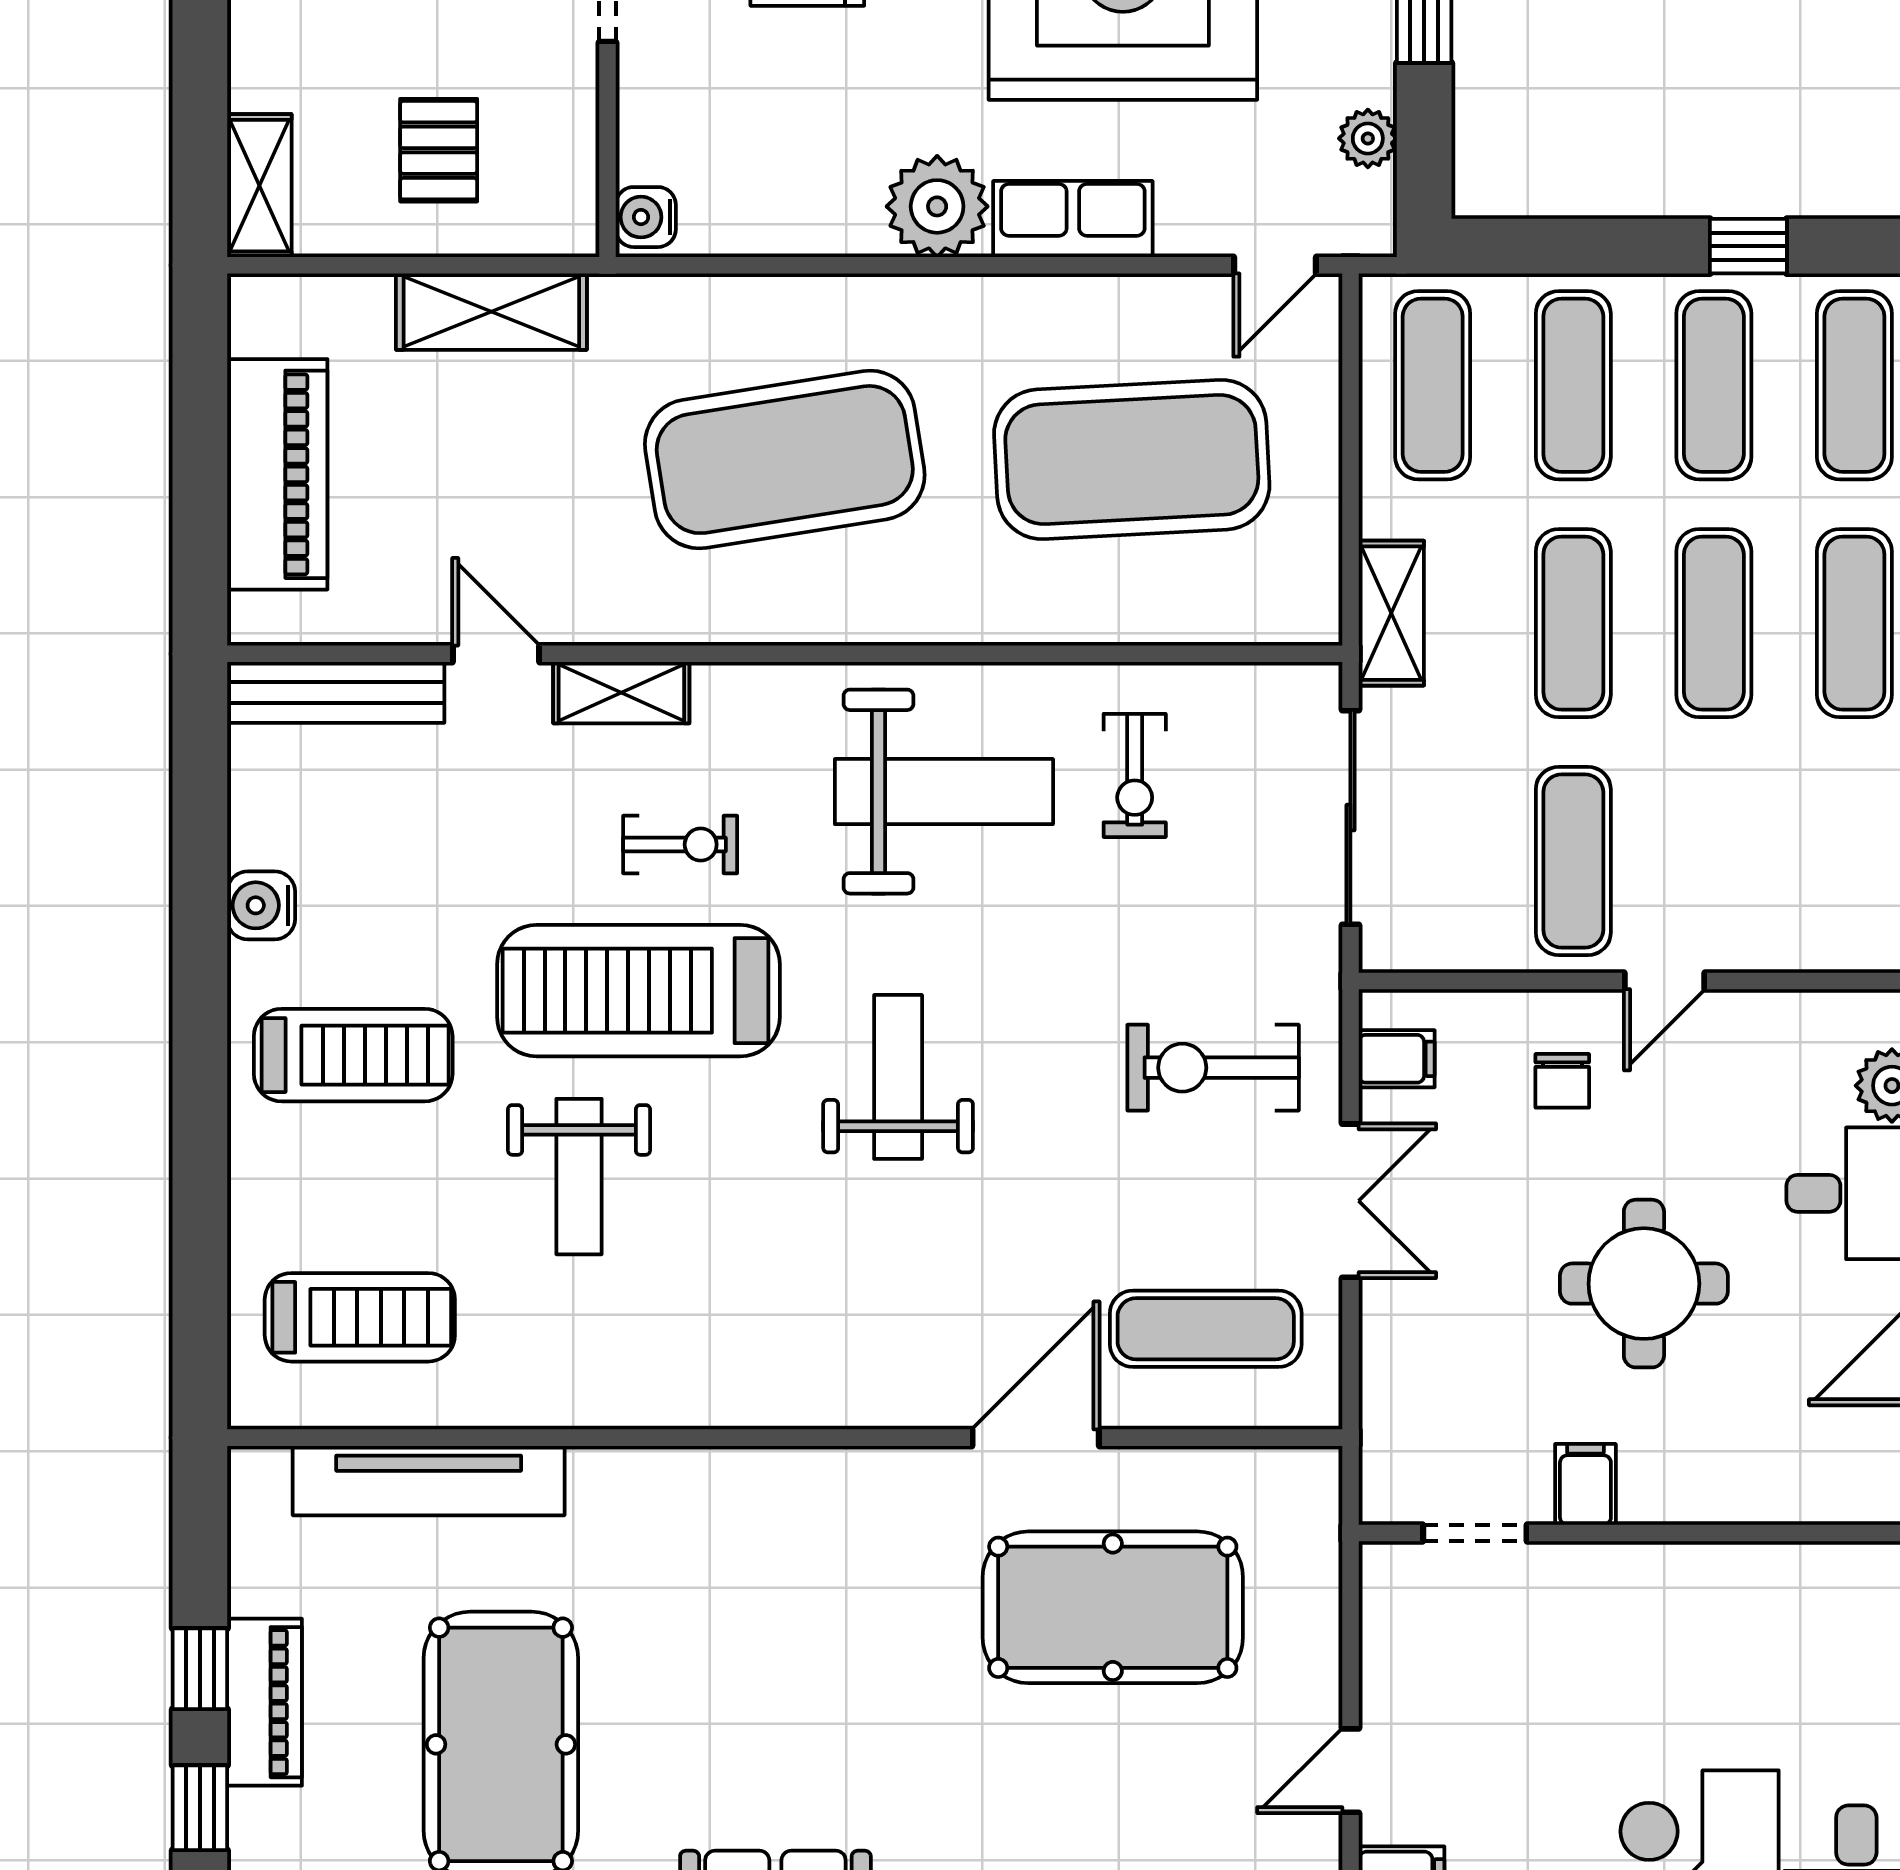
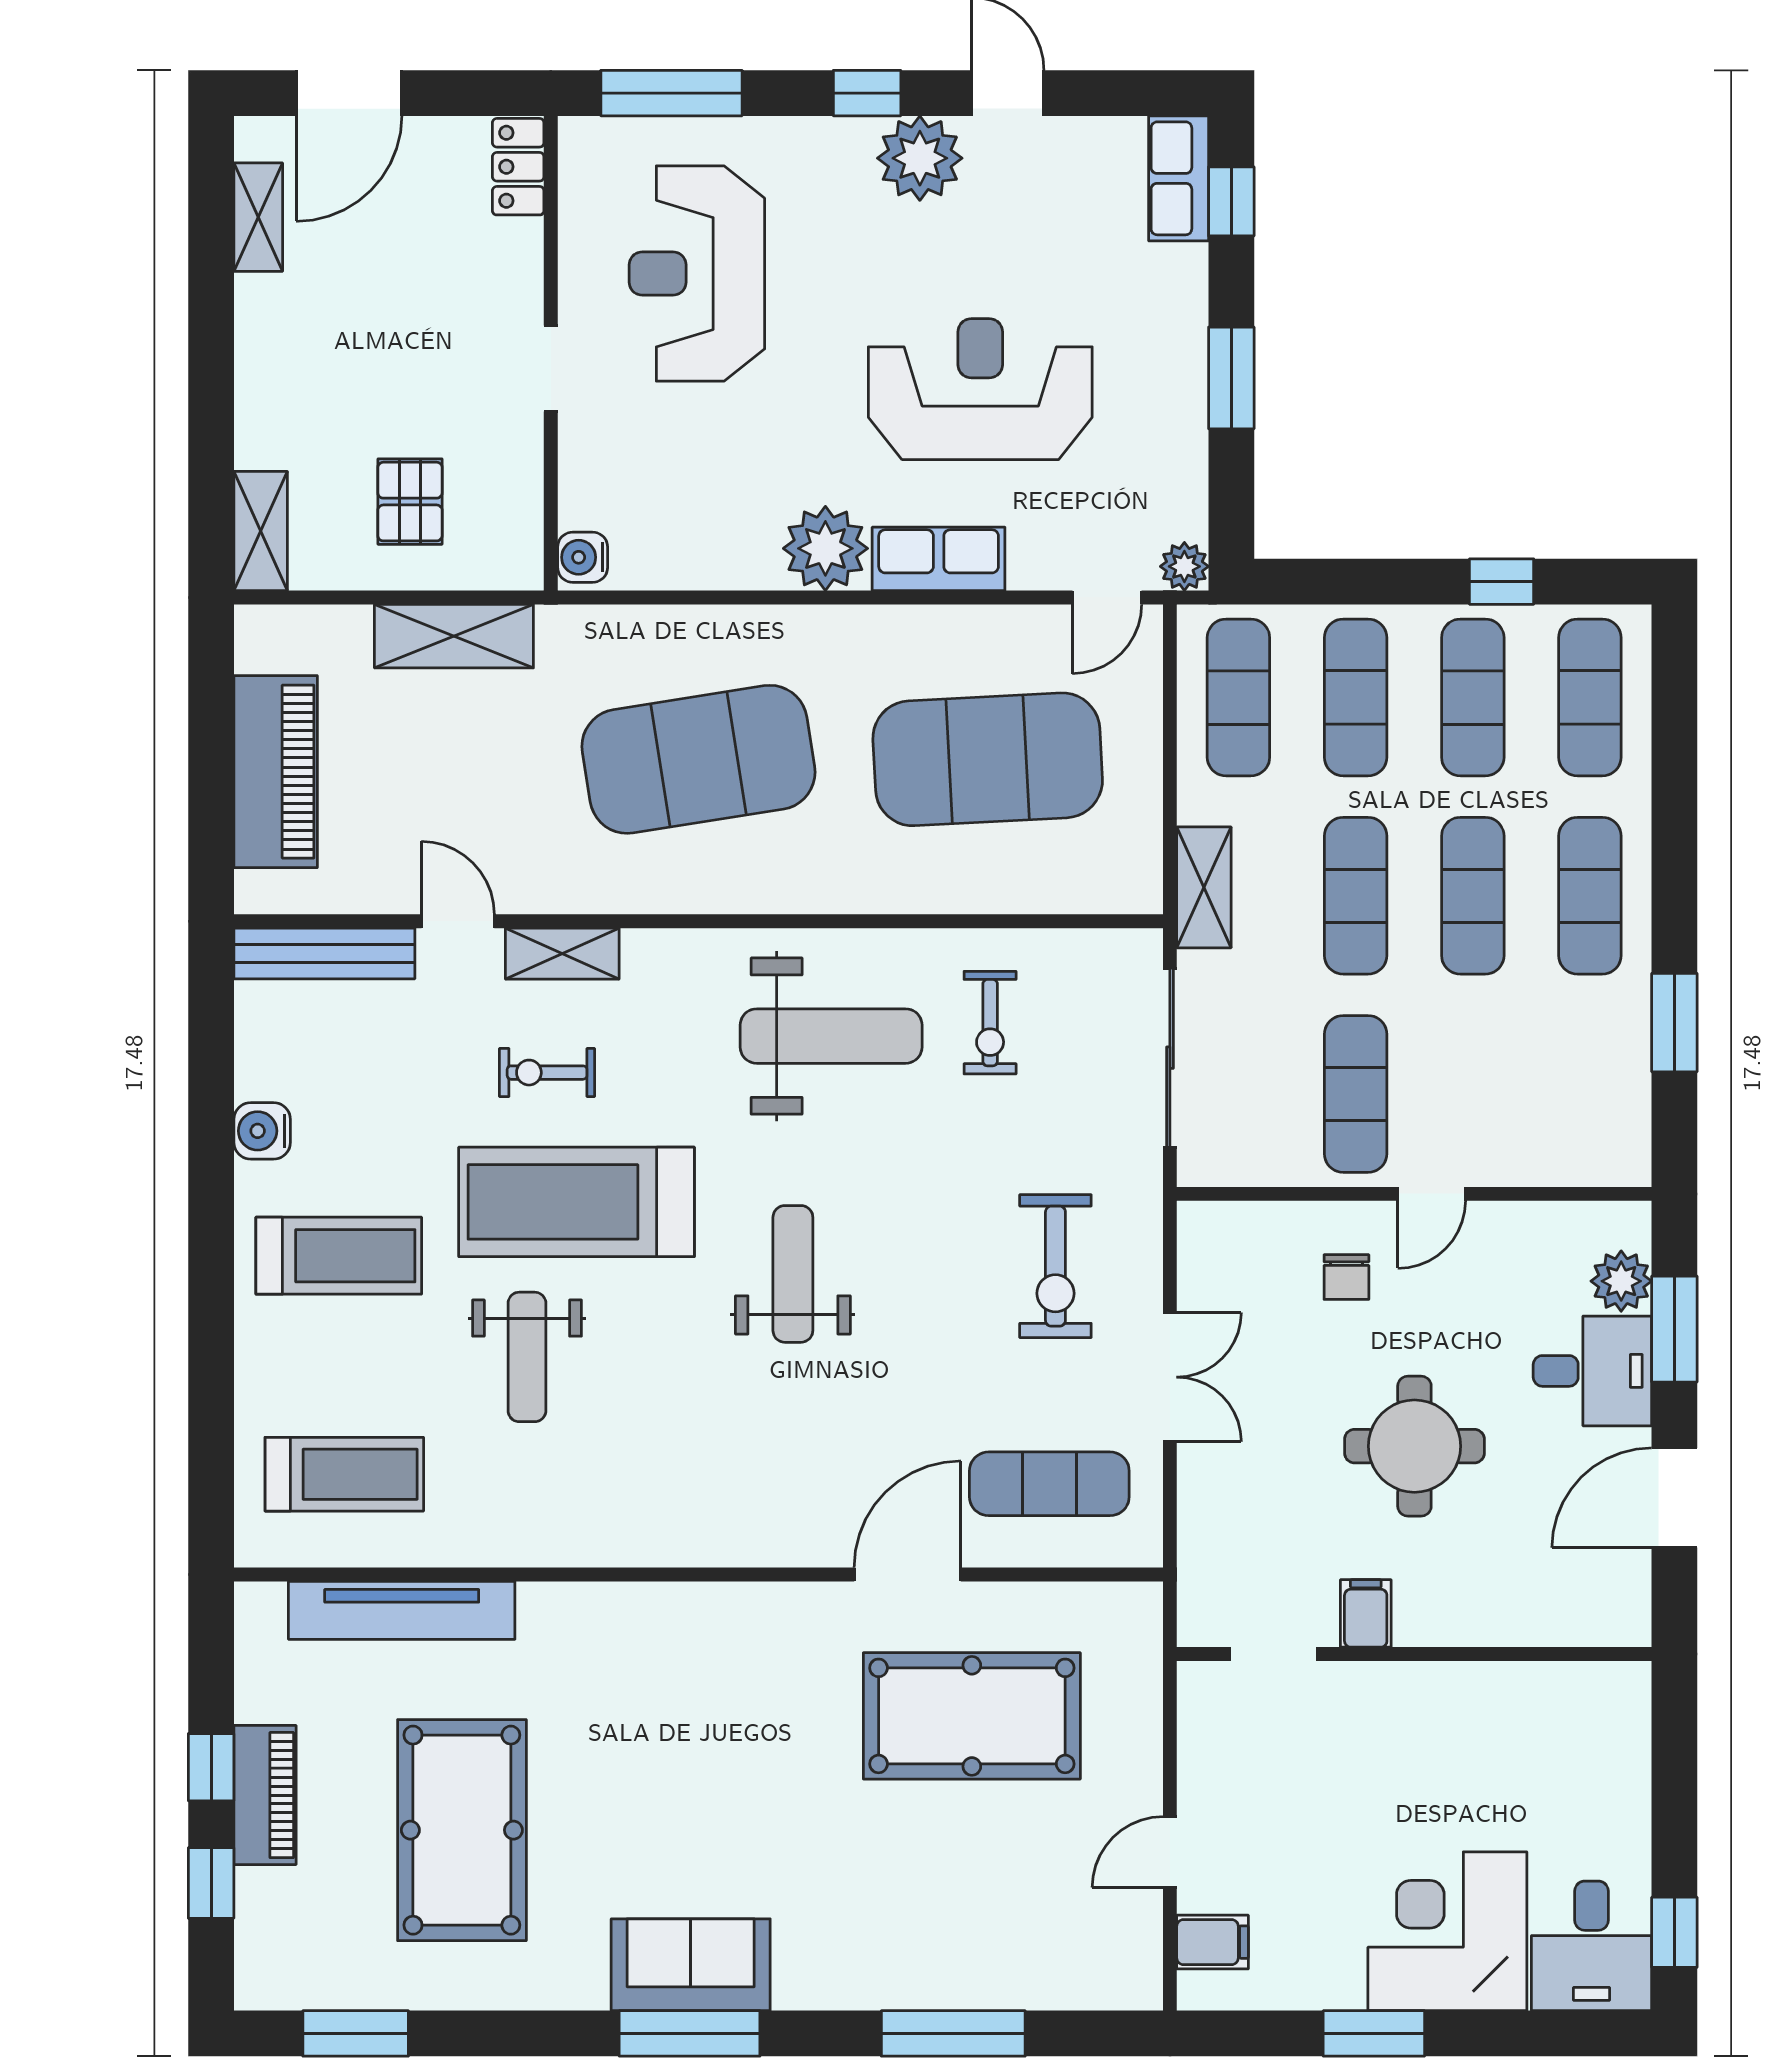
plant: (1368, 138) -> (1184, 566), moved
exercise bike: (680, 845) -> (547, 1073), moved, turned 180
filing cabinet: (1397, 1059) -> (1208, 1259), removed
exercise bike: (1213, 1068) -> (1055, 1266), turned -90

